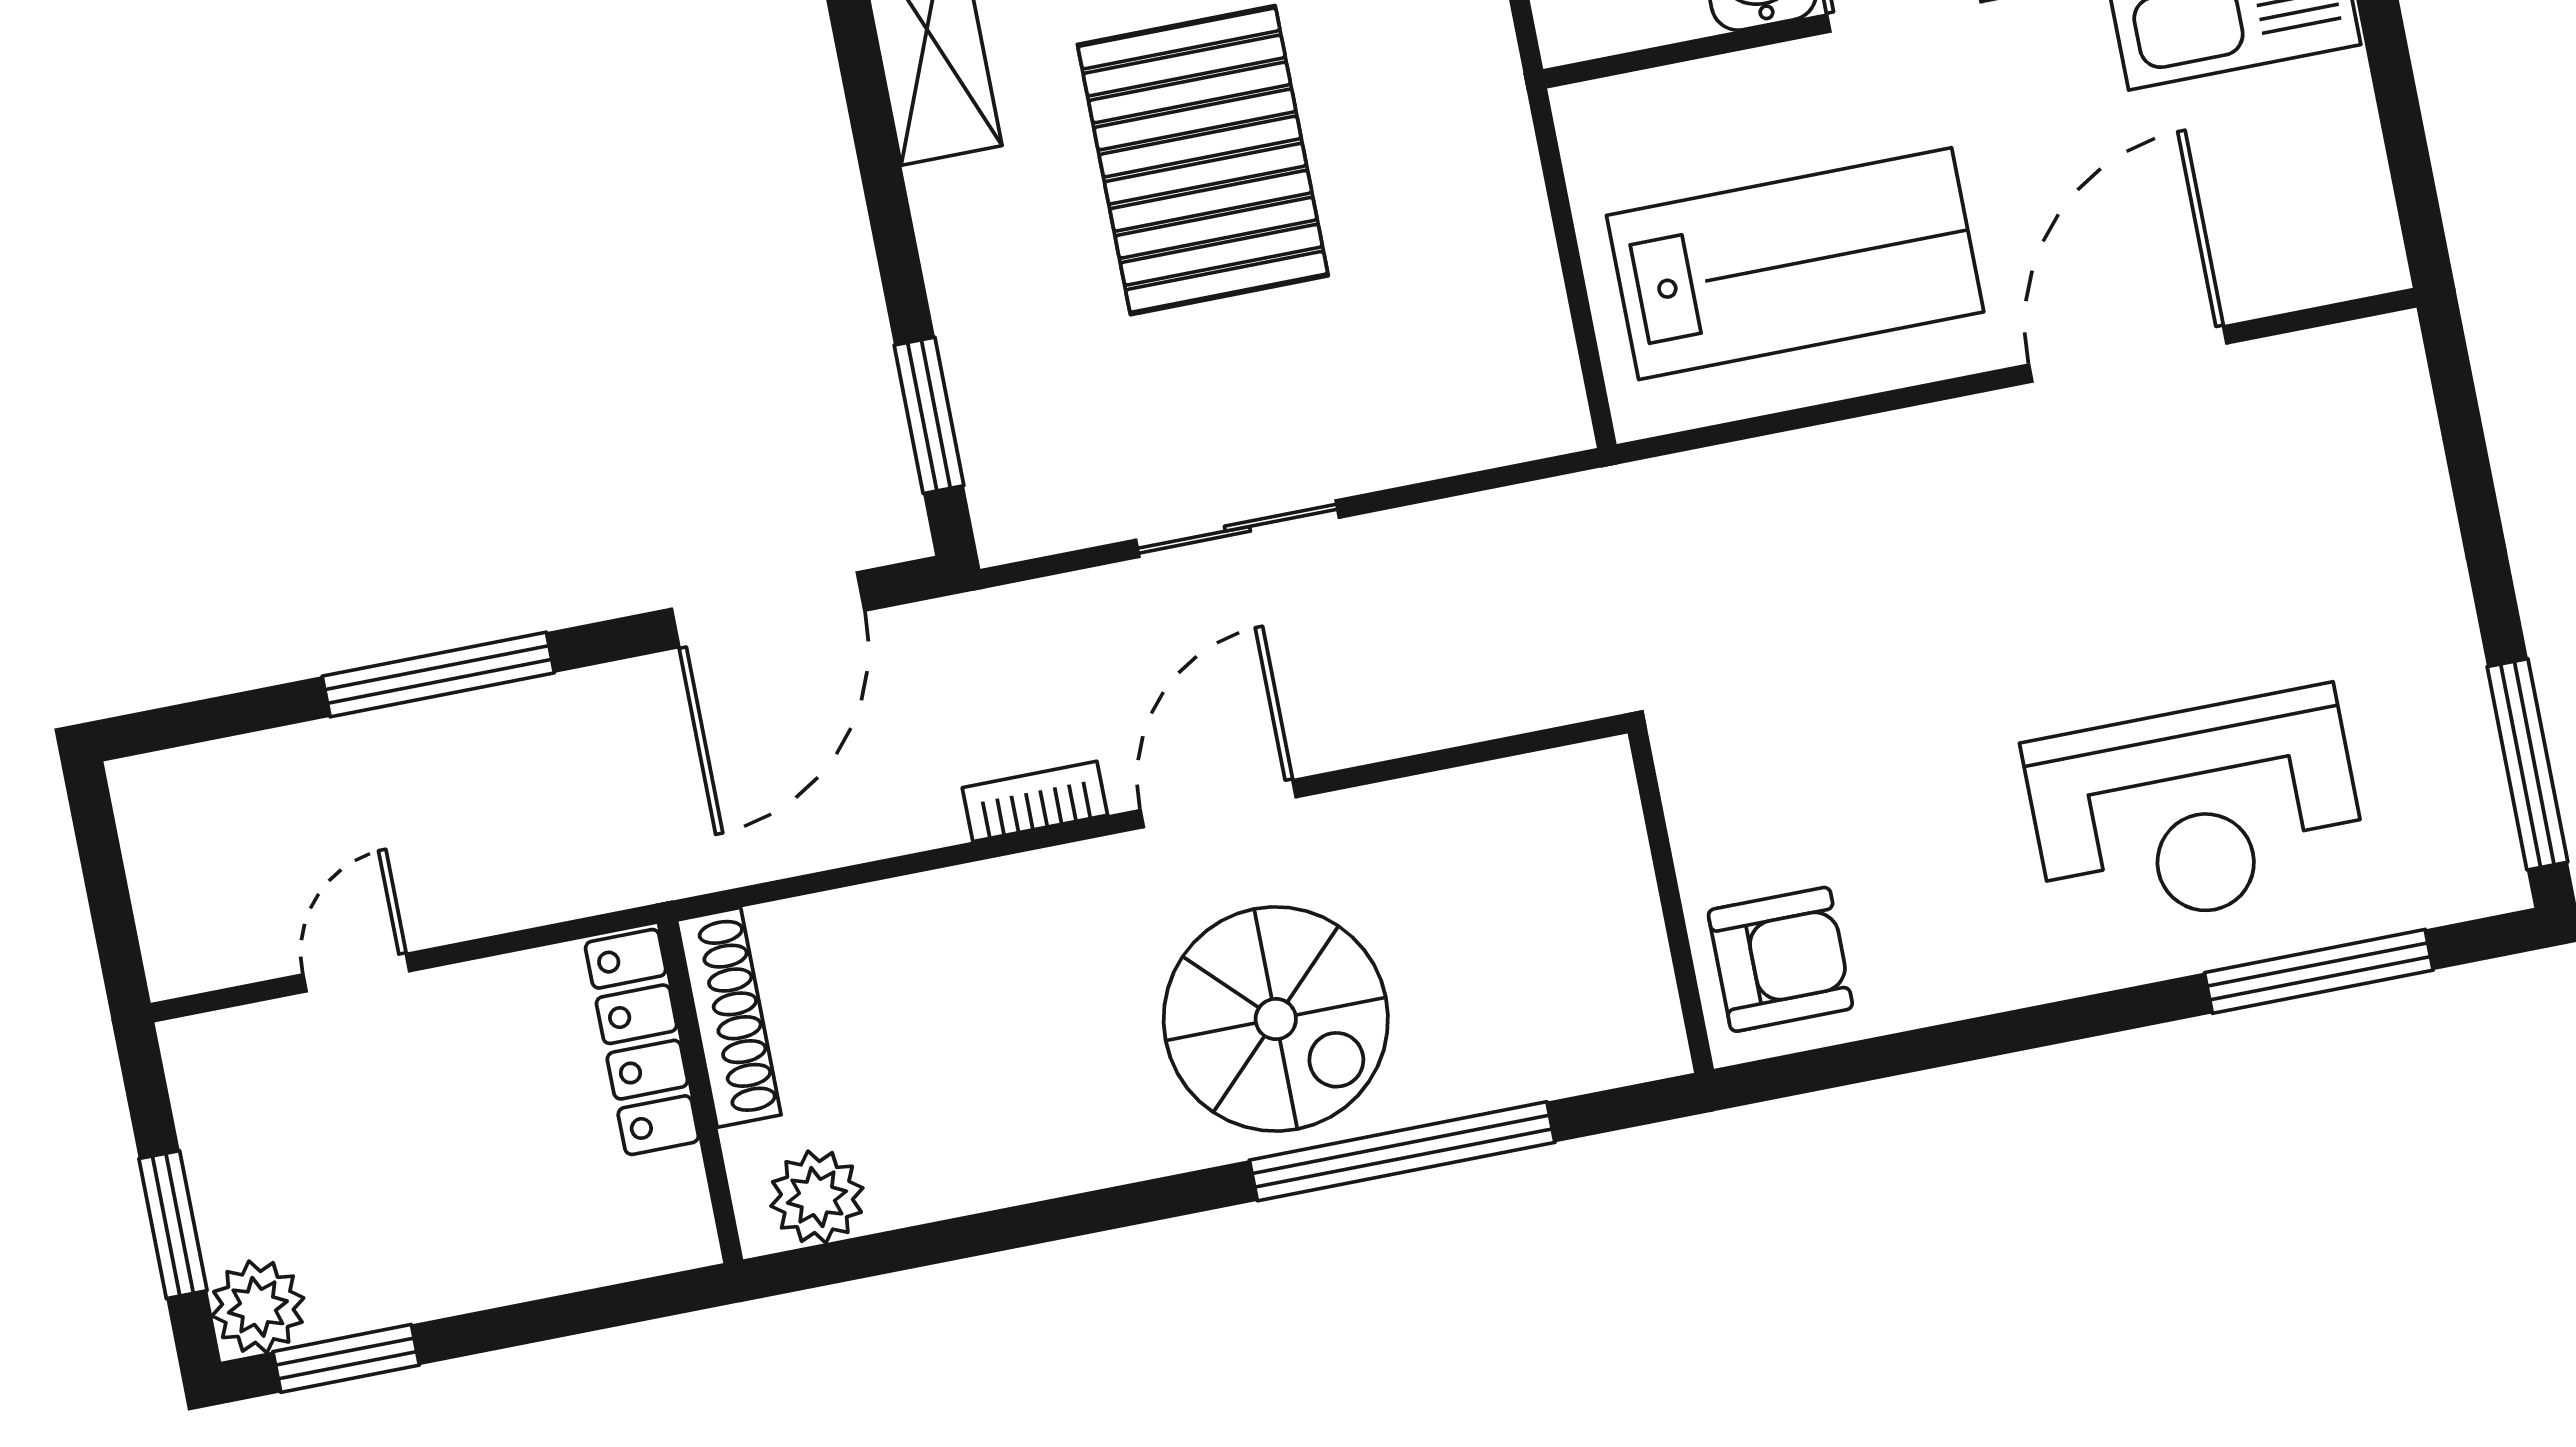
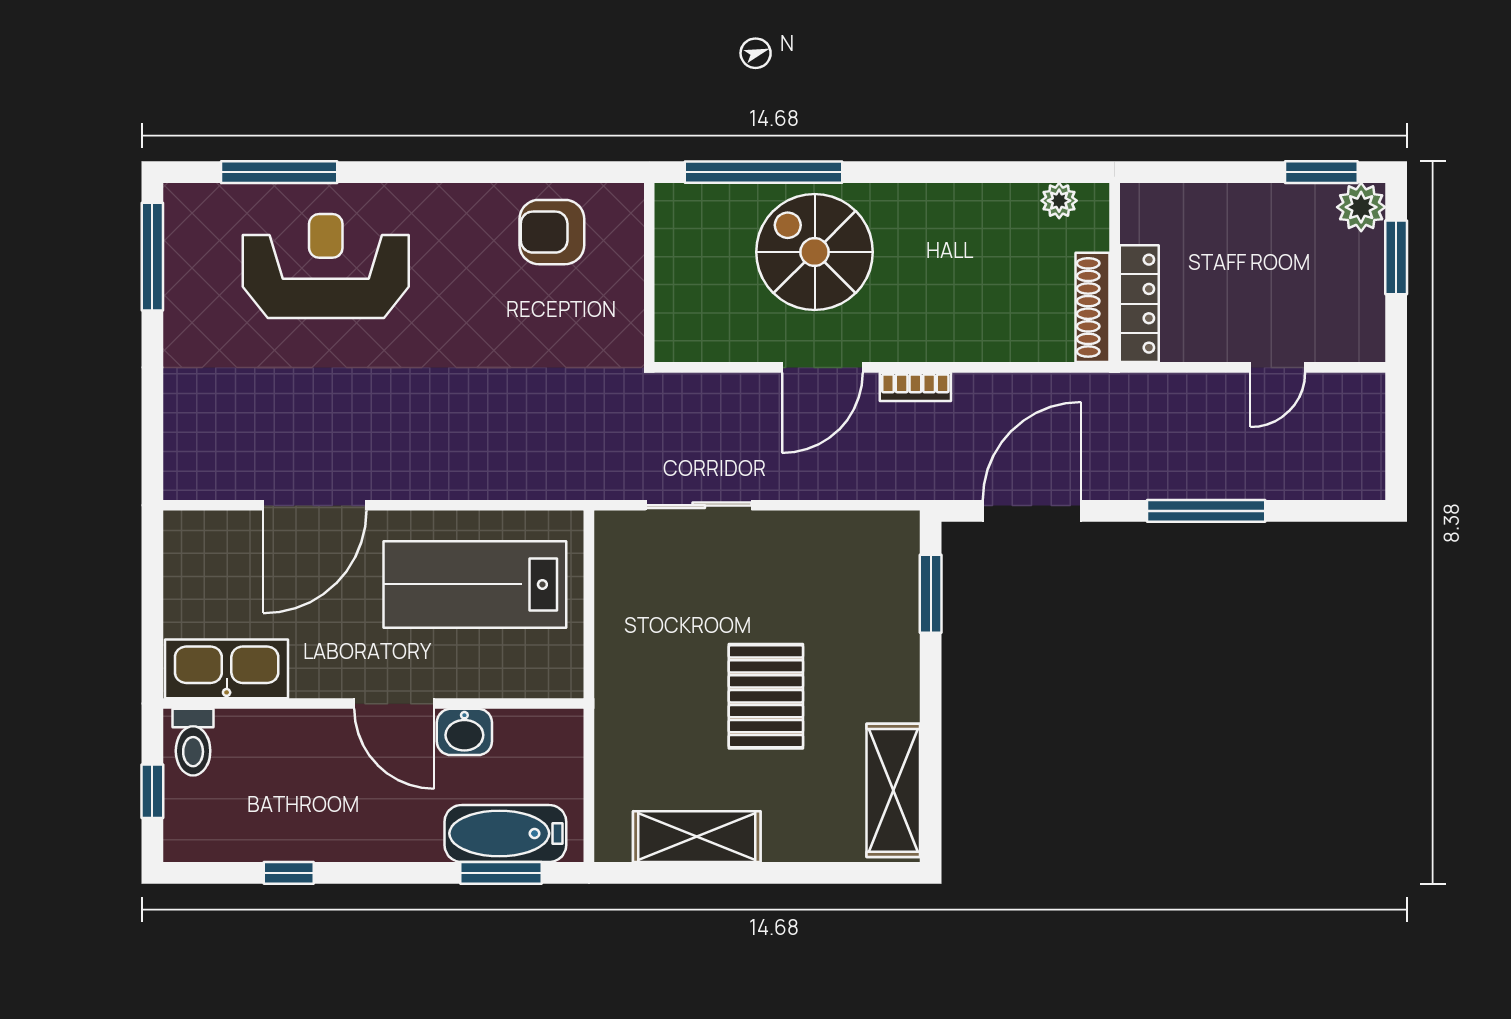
pallet: (1203, 160) -> (766, 696), width x0.73, depth x0.71
sliding door: (1237, 529) -> (699, 505), moved
wall: (1671, 901) -> (649, 273), moved
plant: (817, 1197) -> (1059, 201), width x0.73, depth x0.73

